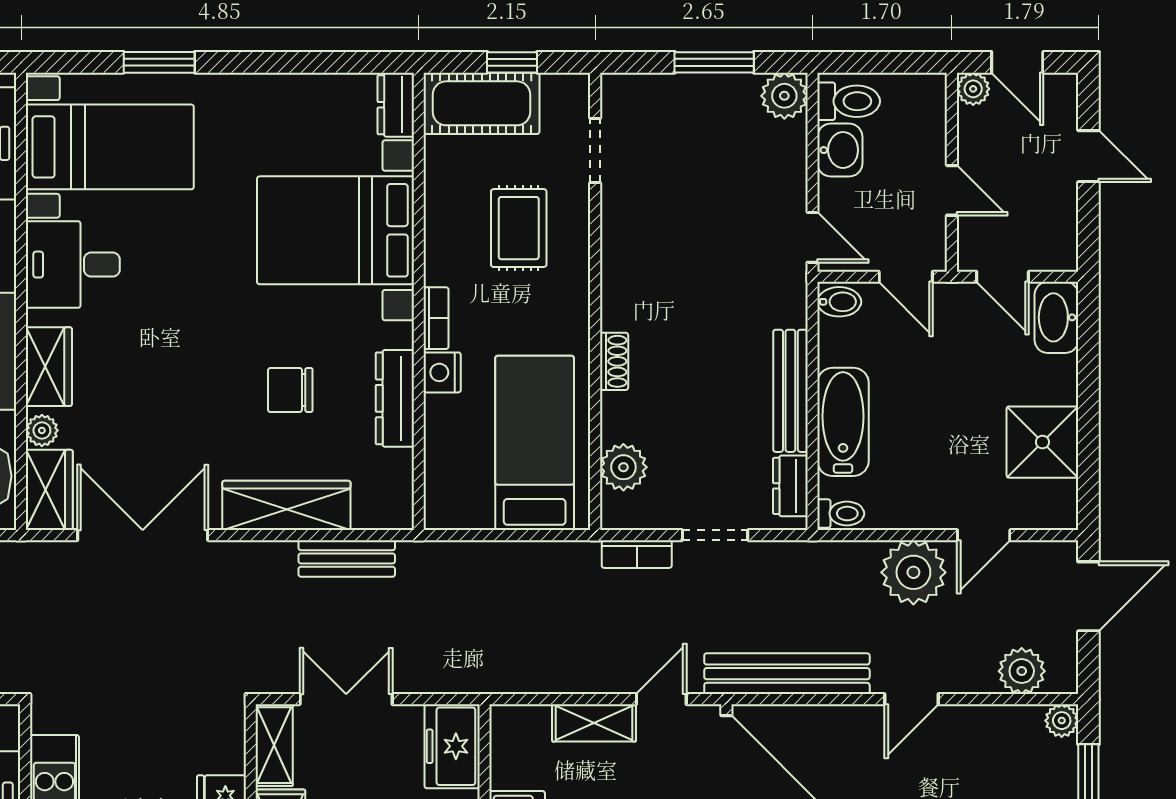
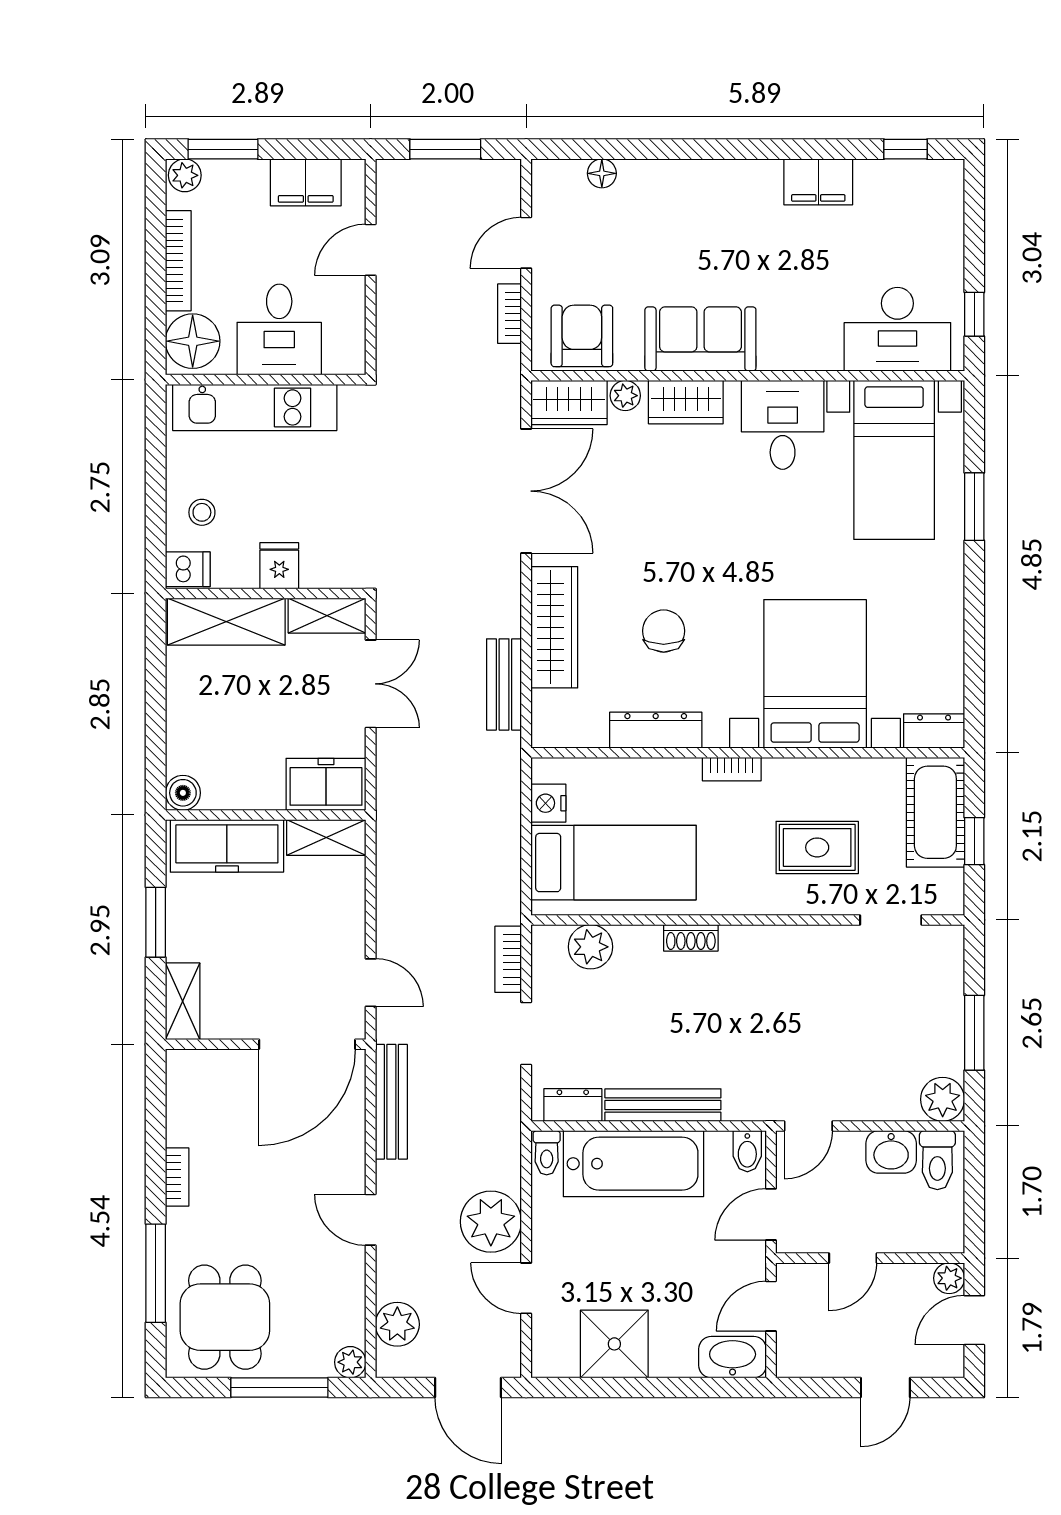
nightstand: (442, 372) -> (548, 803), moved, turned -90
bathtub: (843, 422) -> (633, 1164), width x1.36, depth x1.36
bench: (787, 674) -> (391, 1102), width x0.73, depth x0.82
shelving: (594, 723) -> (326, 837), moved, turned 90

